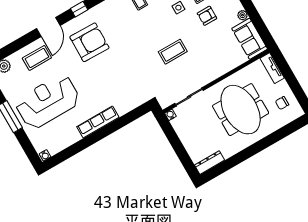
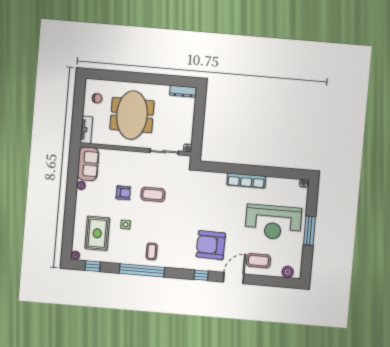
armchair: (207, 16) -> (123, 193), moved

